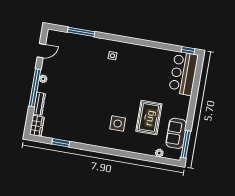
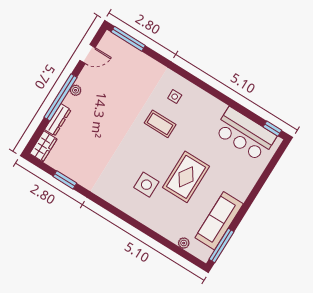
window: (81, 32) -> (128, 39), moved
bar counter: (184, 73) -> (245, 134), moved, turned -90
coffee table: (110, 78) -> (160, 124), added
rug: (149, 118) -> (186, 177), moved
sofa: (176, 133) -> (219, 221), width x1.36

